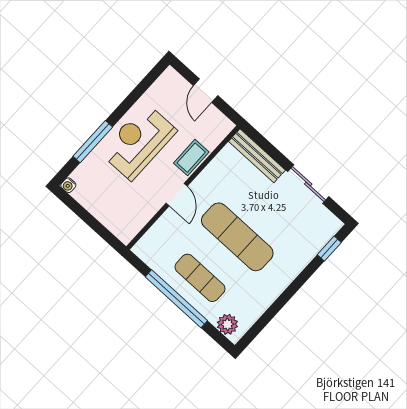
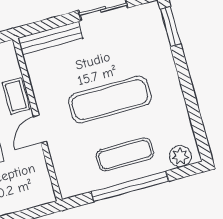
door: (177, 195) -> (40, 129), swing flipped
window: (329, 249) -> (171, 26), width x1.50

